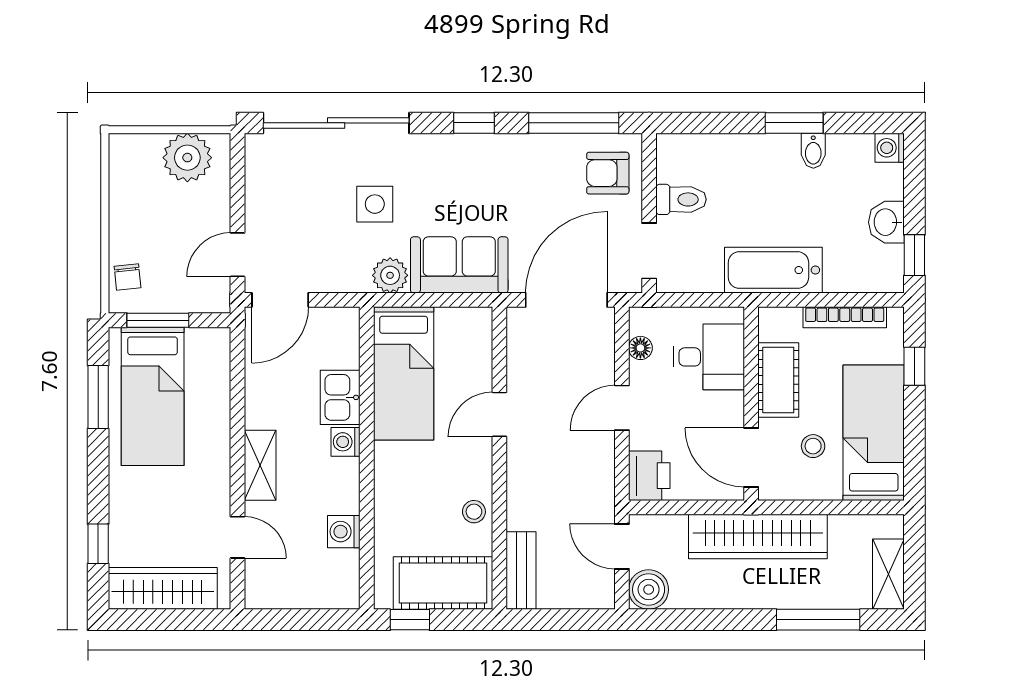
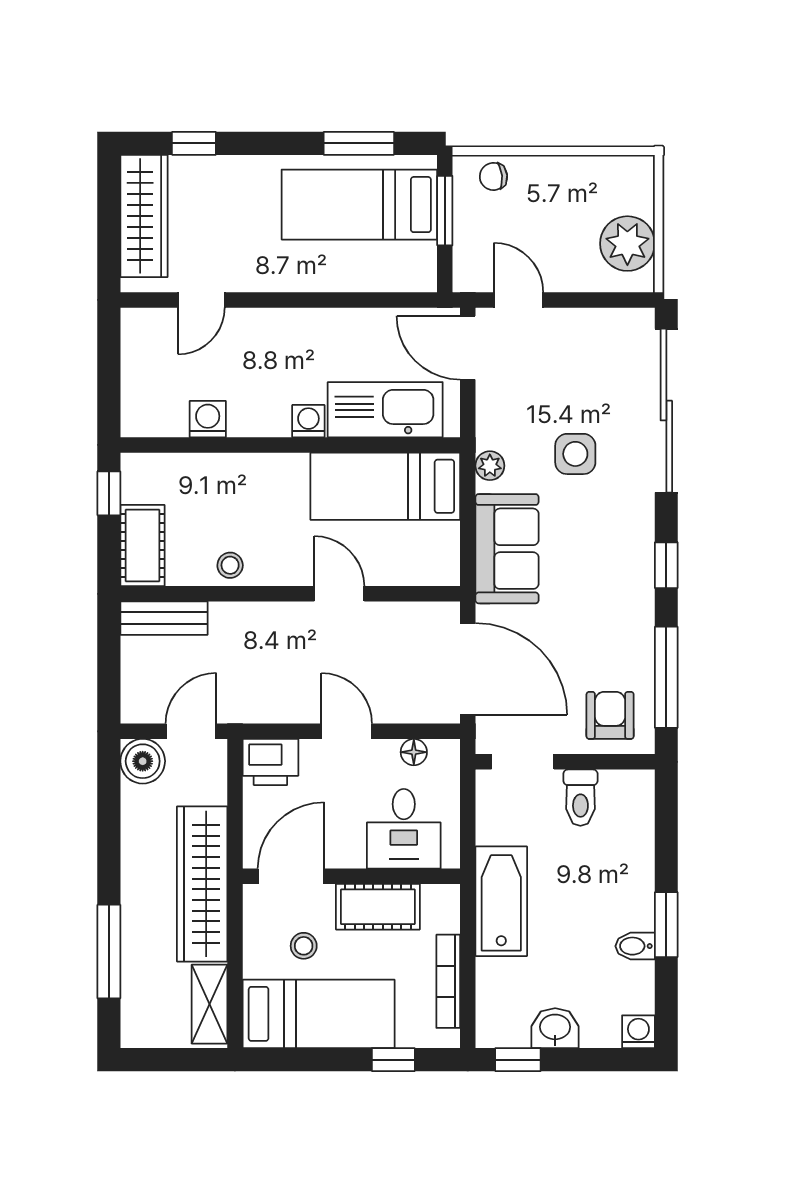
plant: (390, 275) -> (490, 466), width x0.73, depth x0.73
kitchen sink: (340, 397) -> (385, 410), width x1.88, depth x1.24
shelving: (260, 465) -> (282, 325), removed
shelving: (888, 574) -> (209, 1004), moved, turned 90
cot: (443, 583) -> (142, 546), width x0.73, depth x0.75

